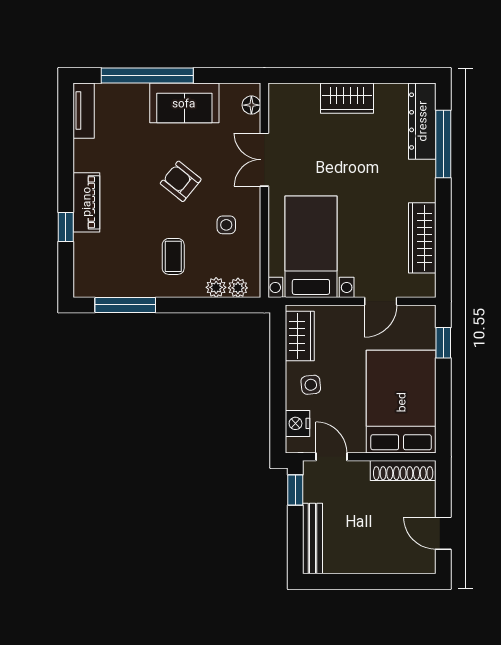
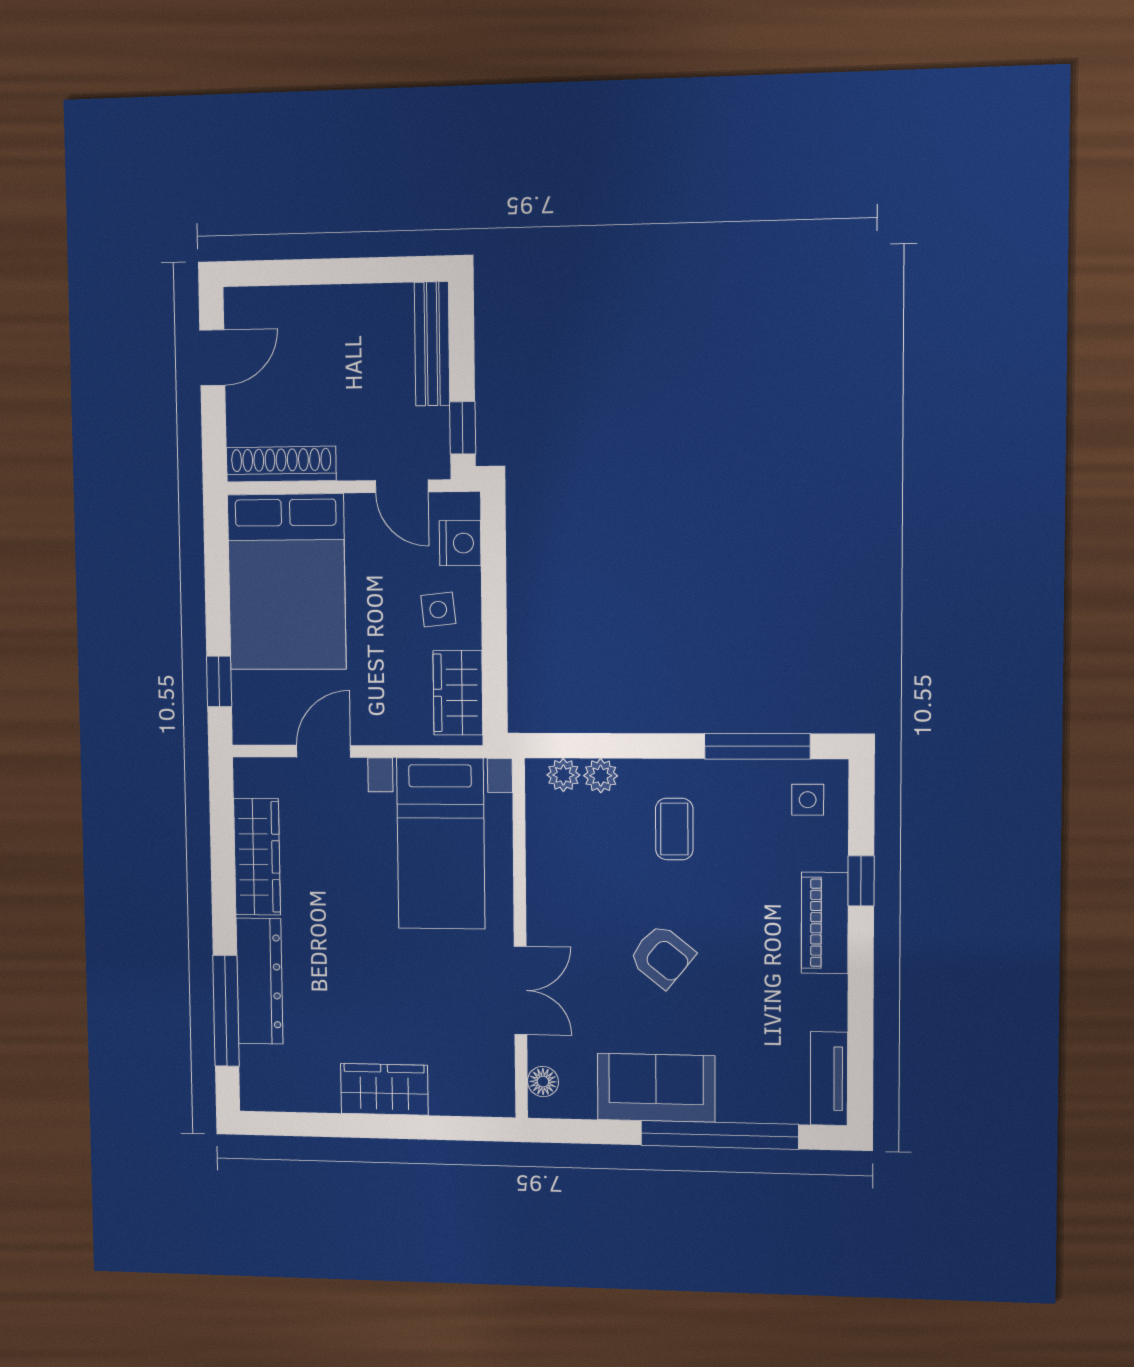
dresser: (422, 121) -> (259, 981), moved
side table: (226, 225) -> (808, 800), moved
door: (443, 533) -> (212, 358), hinge flipped

